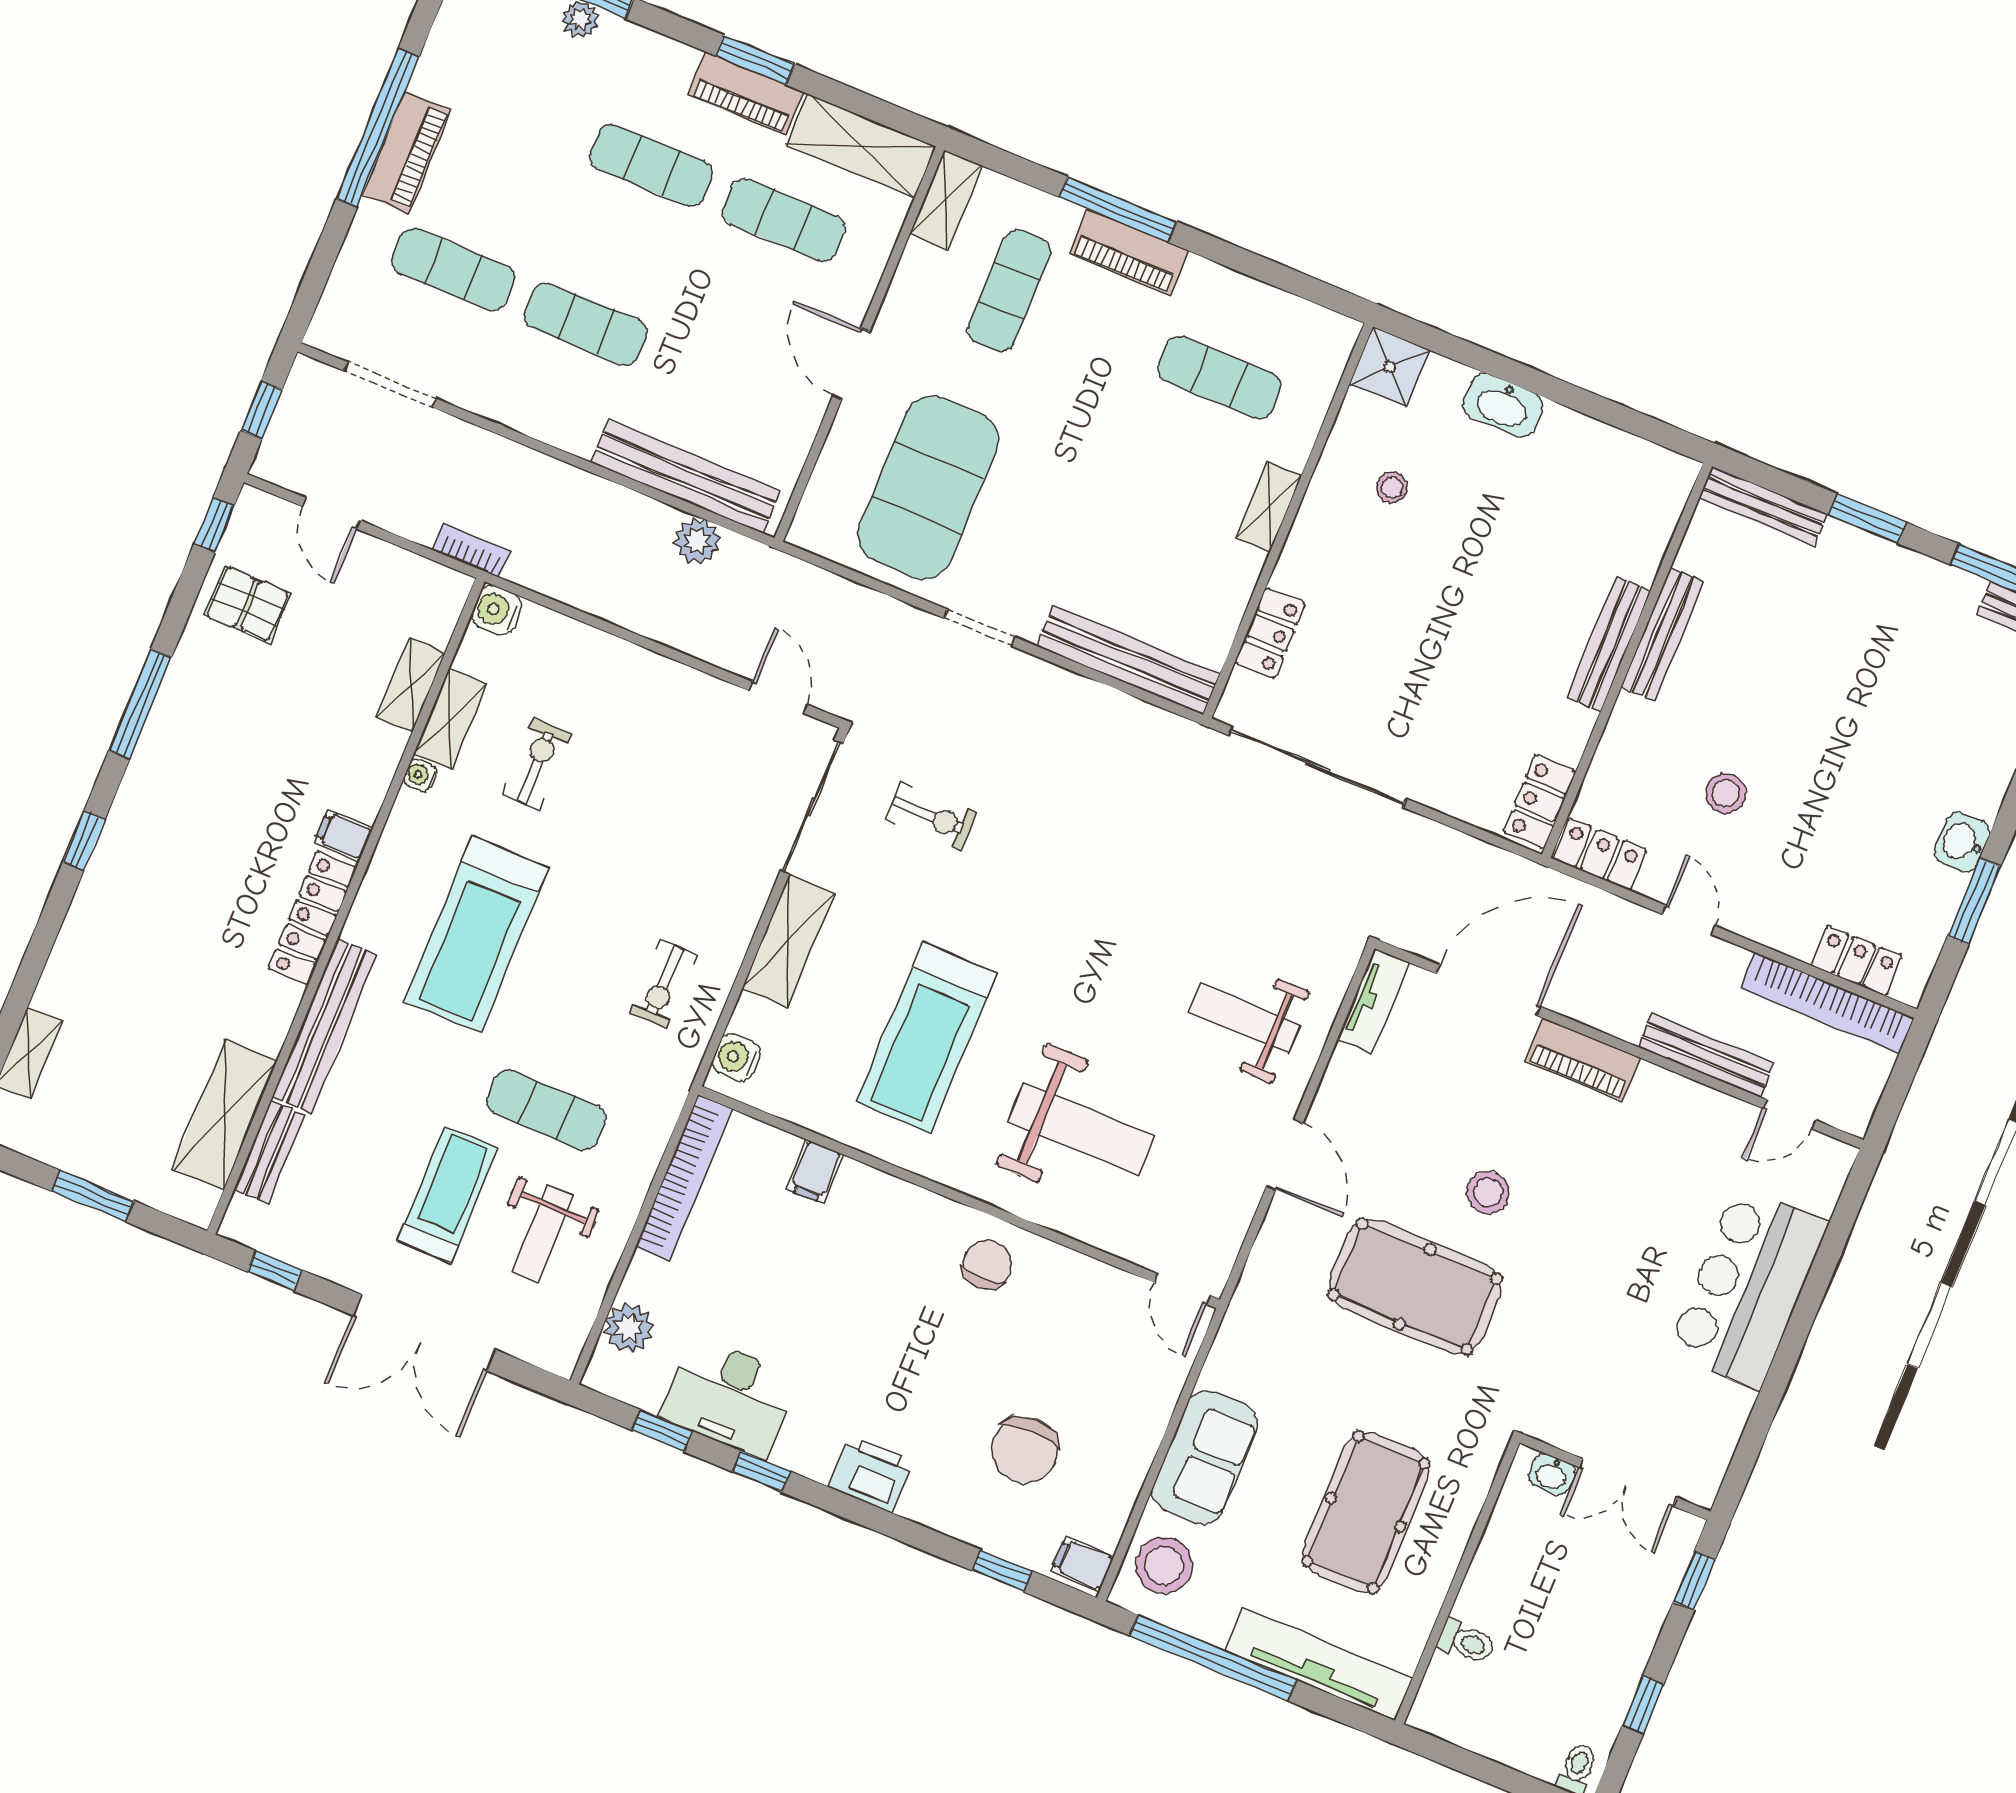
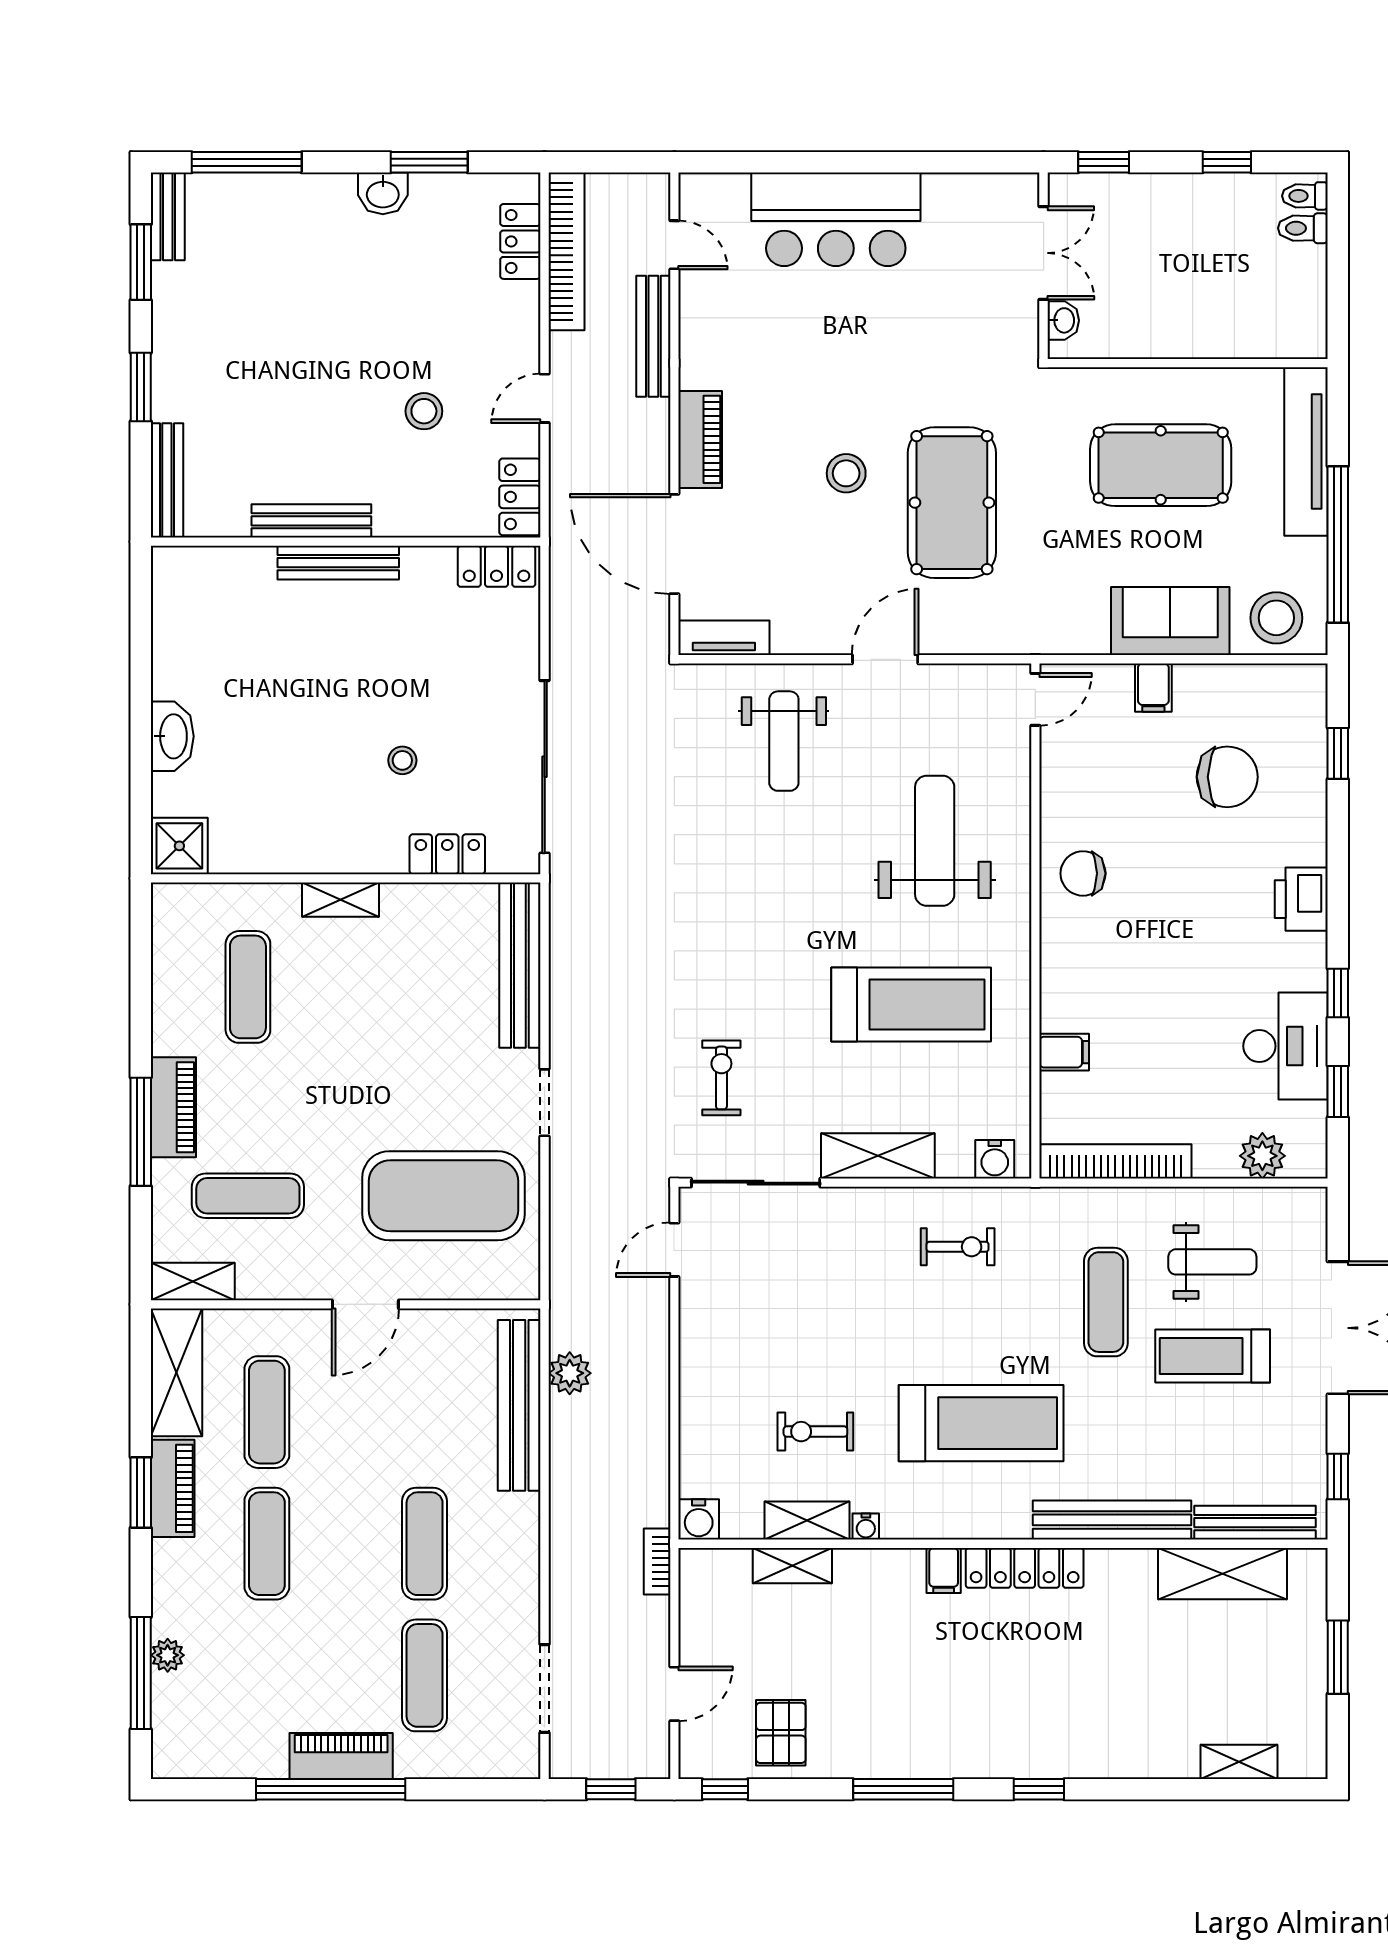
stool: (1392, 487) -> (402, 760), moved
bench: (269, 1152) -> (1255, 1523), width x1.36
filing cabinet: (1083, 1564) -> (1153, 688), moved
toilet: (1466, 1642) -> (1303, 228), moved, turned -90

